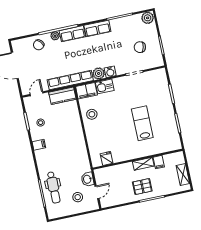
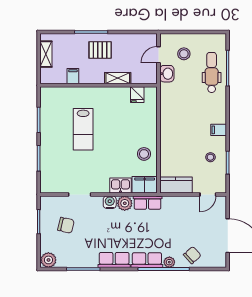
row of seats: (70, 80) -> (148, 203), width x0.50
shelving: (143, 164) -> (118, 78), moved

